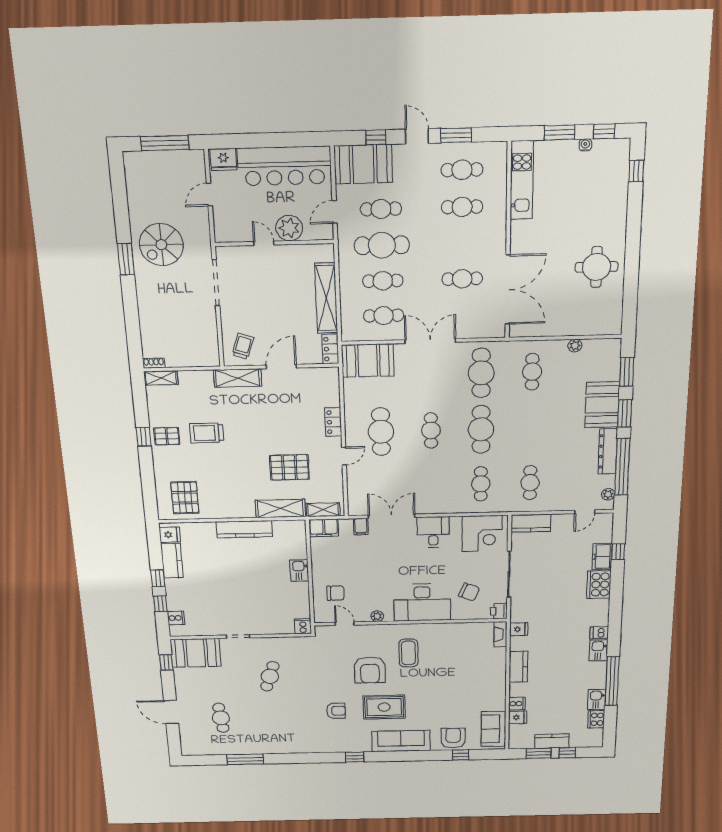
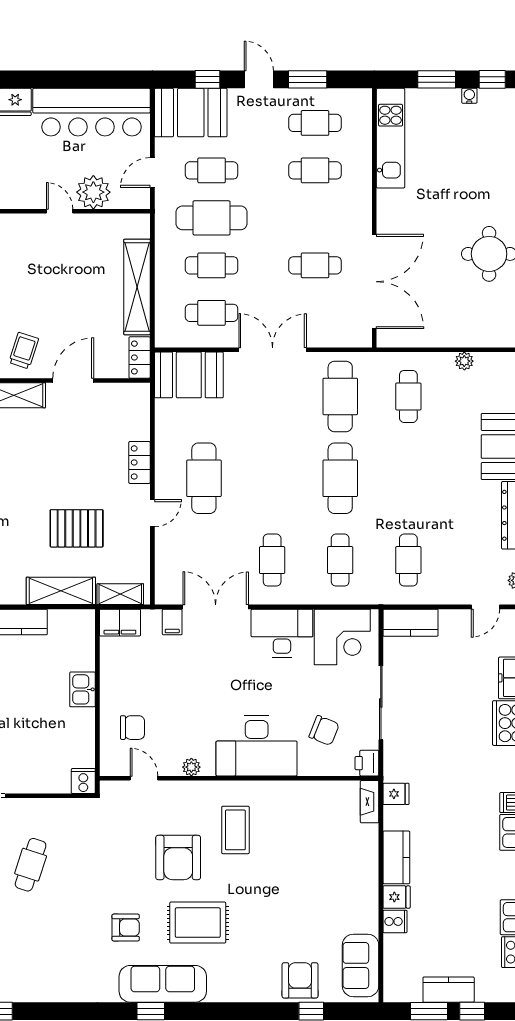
cafe table: (431, 431) -> (272, 560), moved
desk: (433, 532) -> (282, 633), width x1.37
fridge: (518, 717) -> (397, 897), moved
sofa: (401, 741) -> (163, 984), moved

